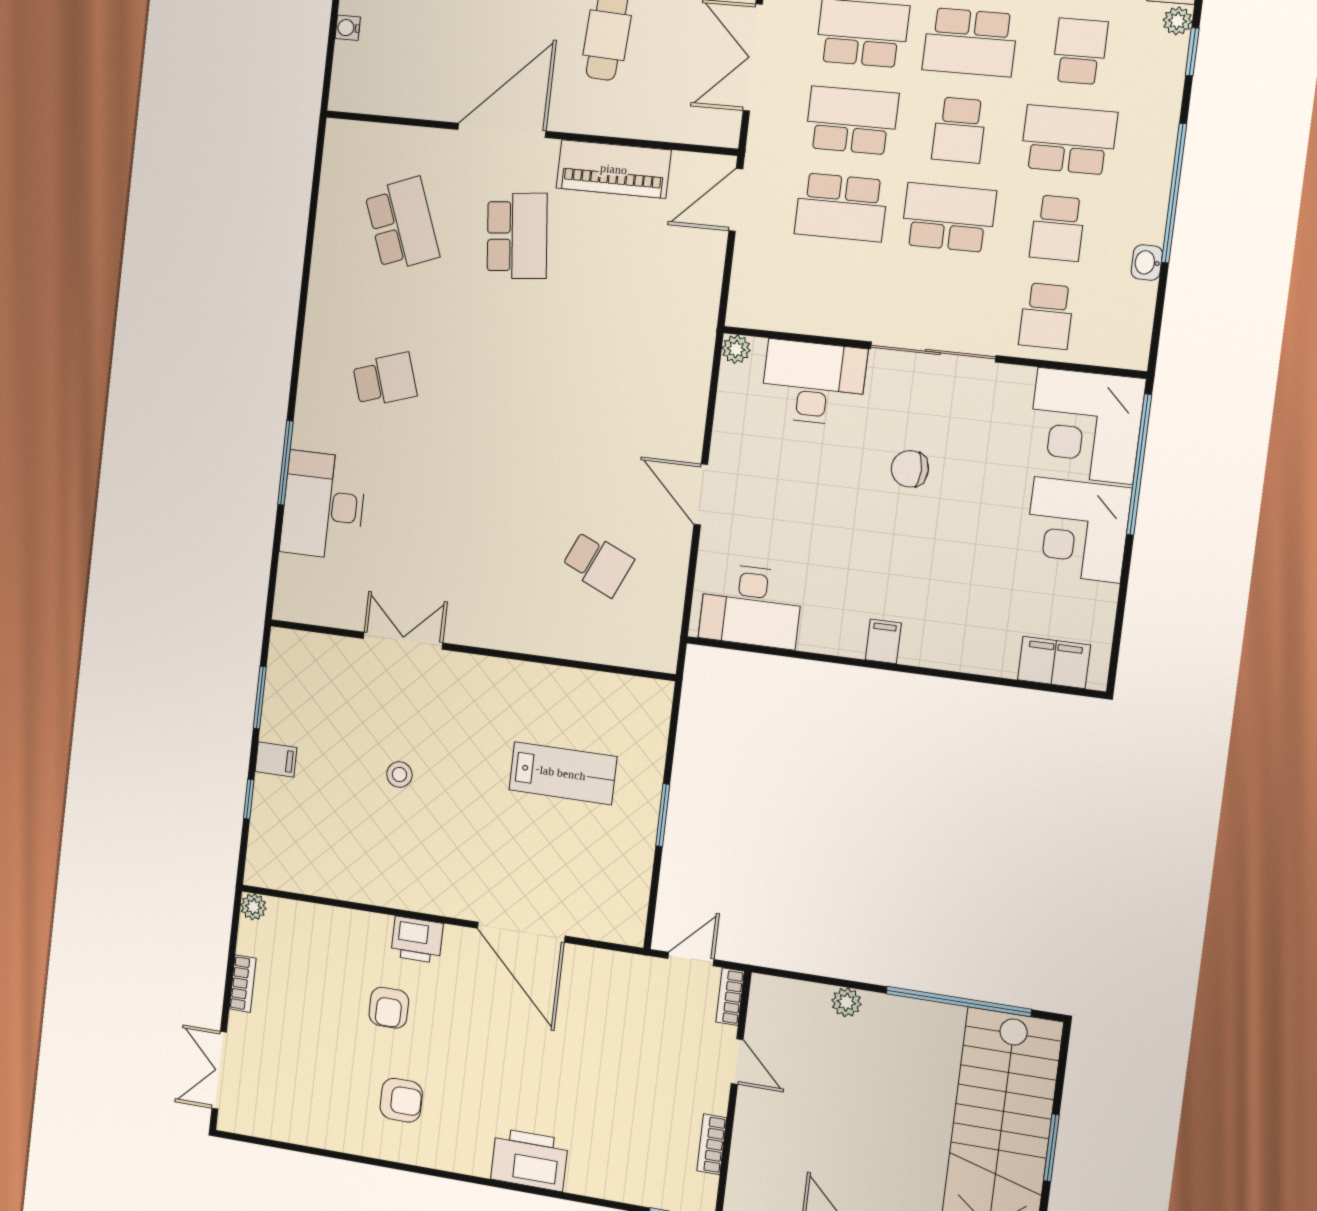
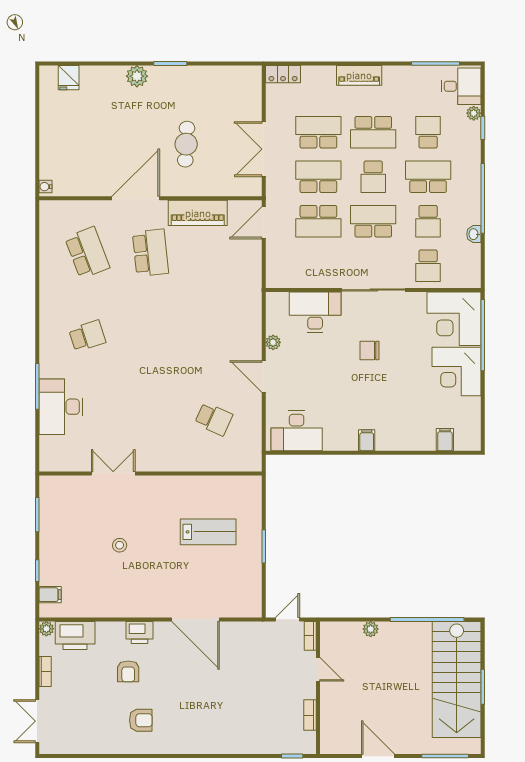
water cooler: (348, 28) -> (45, 187), moved
plant: (736, 349) -> (273, 342), moved
filing cabinet: (1054, 662) -> (445, 440), width x0.50
filing cabinet: (276, 759) -> (50, 595), moved
printer: (529, 1160) -> (75, 636), moved, turned 180

